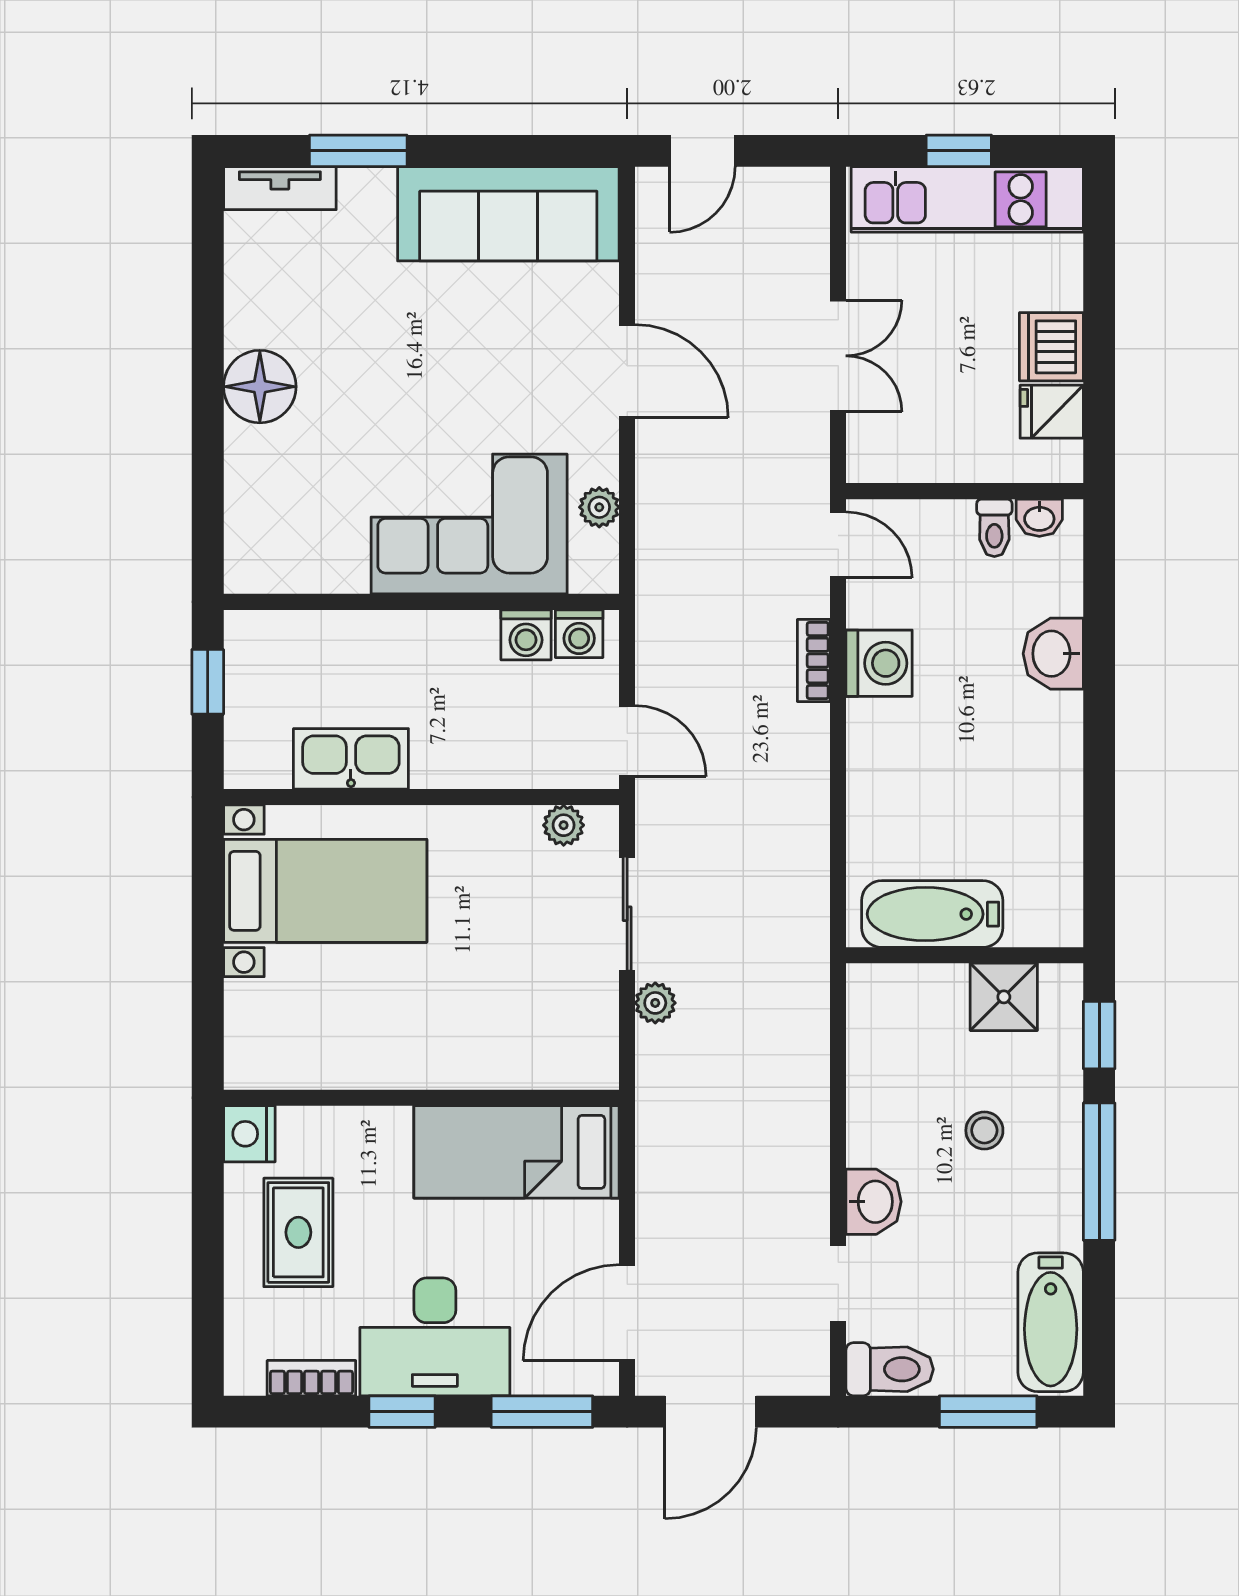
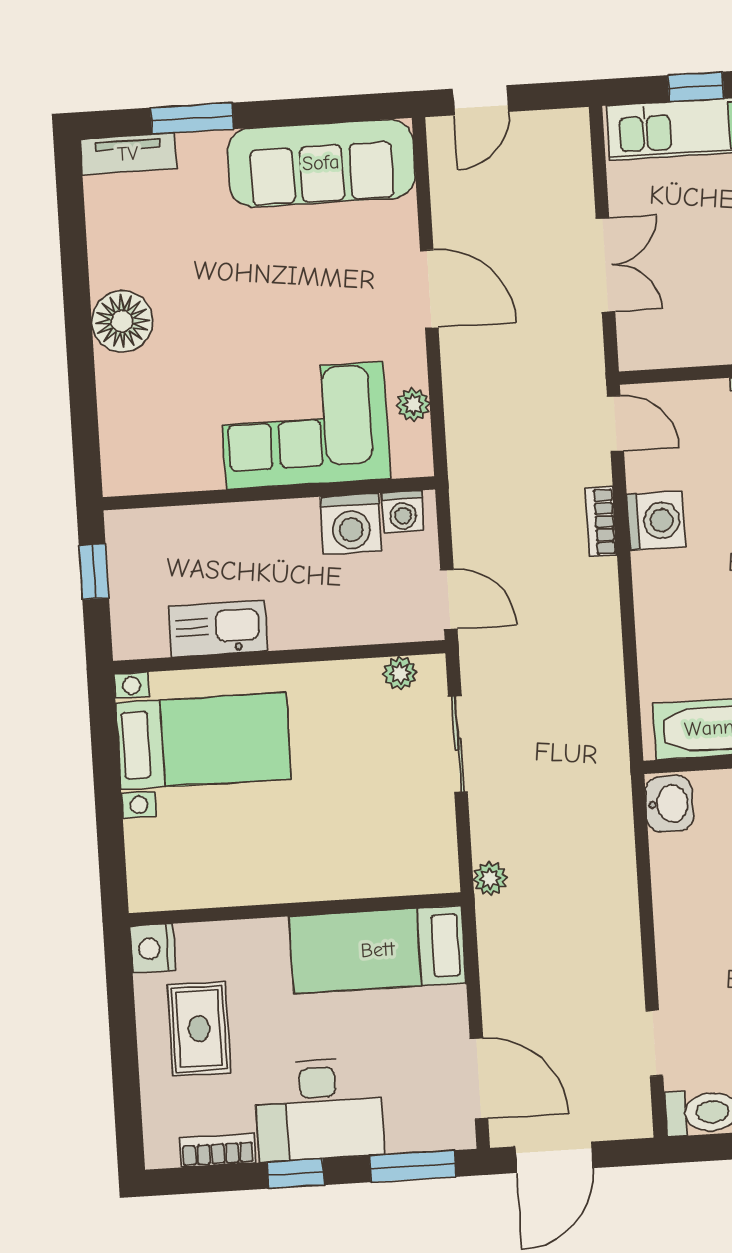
washing machine: (526, 635) -> (351, 524), width x1.38, depth x1.38
plant: (655, 1003) -> (490, 878), moved
washbasin: (874, 1202) -> (669, 804), moved
door: (627, 1313) -> (479, 1079), swing flipped

